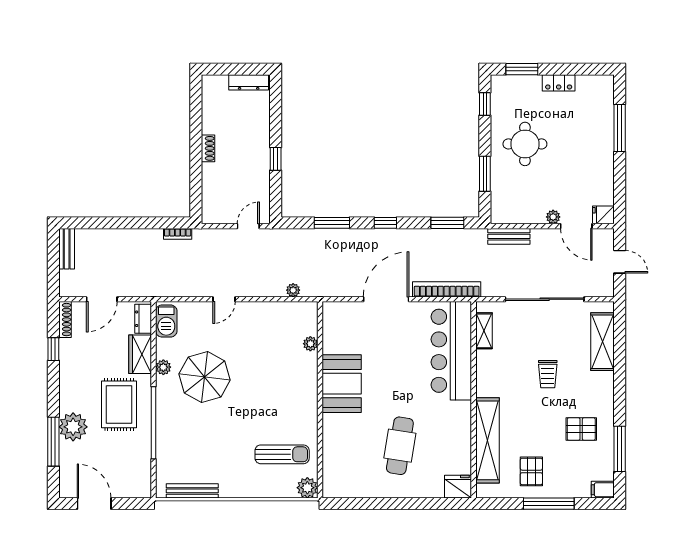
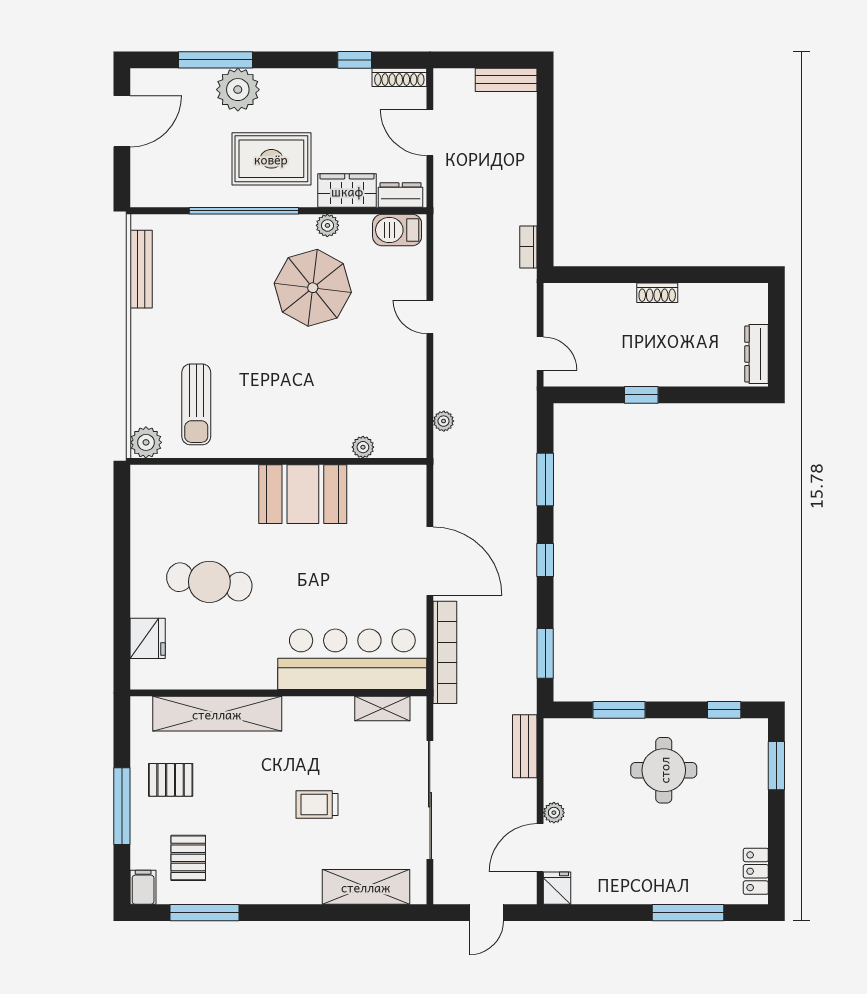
locker: (559, 83) -> (756, 871), moved
pallet: (581, 429) -> (188, 858), moved
fridge: (458, 487) -> (148, 638), moved

